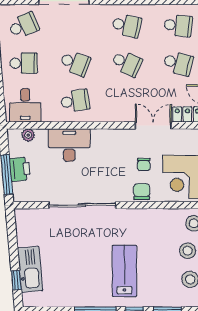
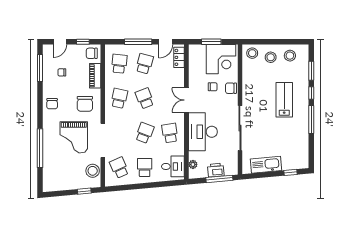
school desk: (127, 63) -> (145, 98), turned -45
double door: (153, 125) -> (186, 100), moved
desk: (69, 145) -> (203, 132), width x1.36, depth x1.30
kitchen sink: (30, 269) -> (266, 165), moved
lab bench: (124, 271) -> (284, 100), turned 90

